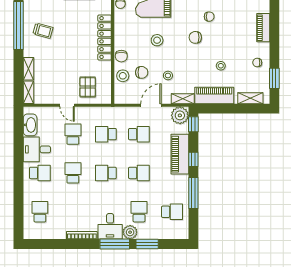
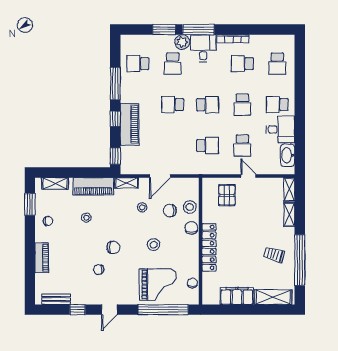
plant: (180, 115) -> (130, 165), removed
school desk: (139, 134) -> (242, 64), moved

